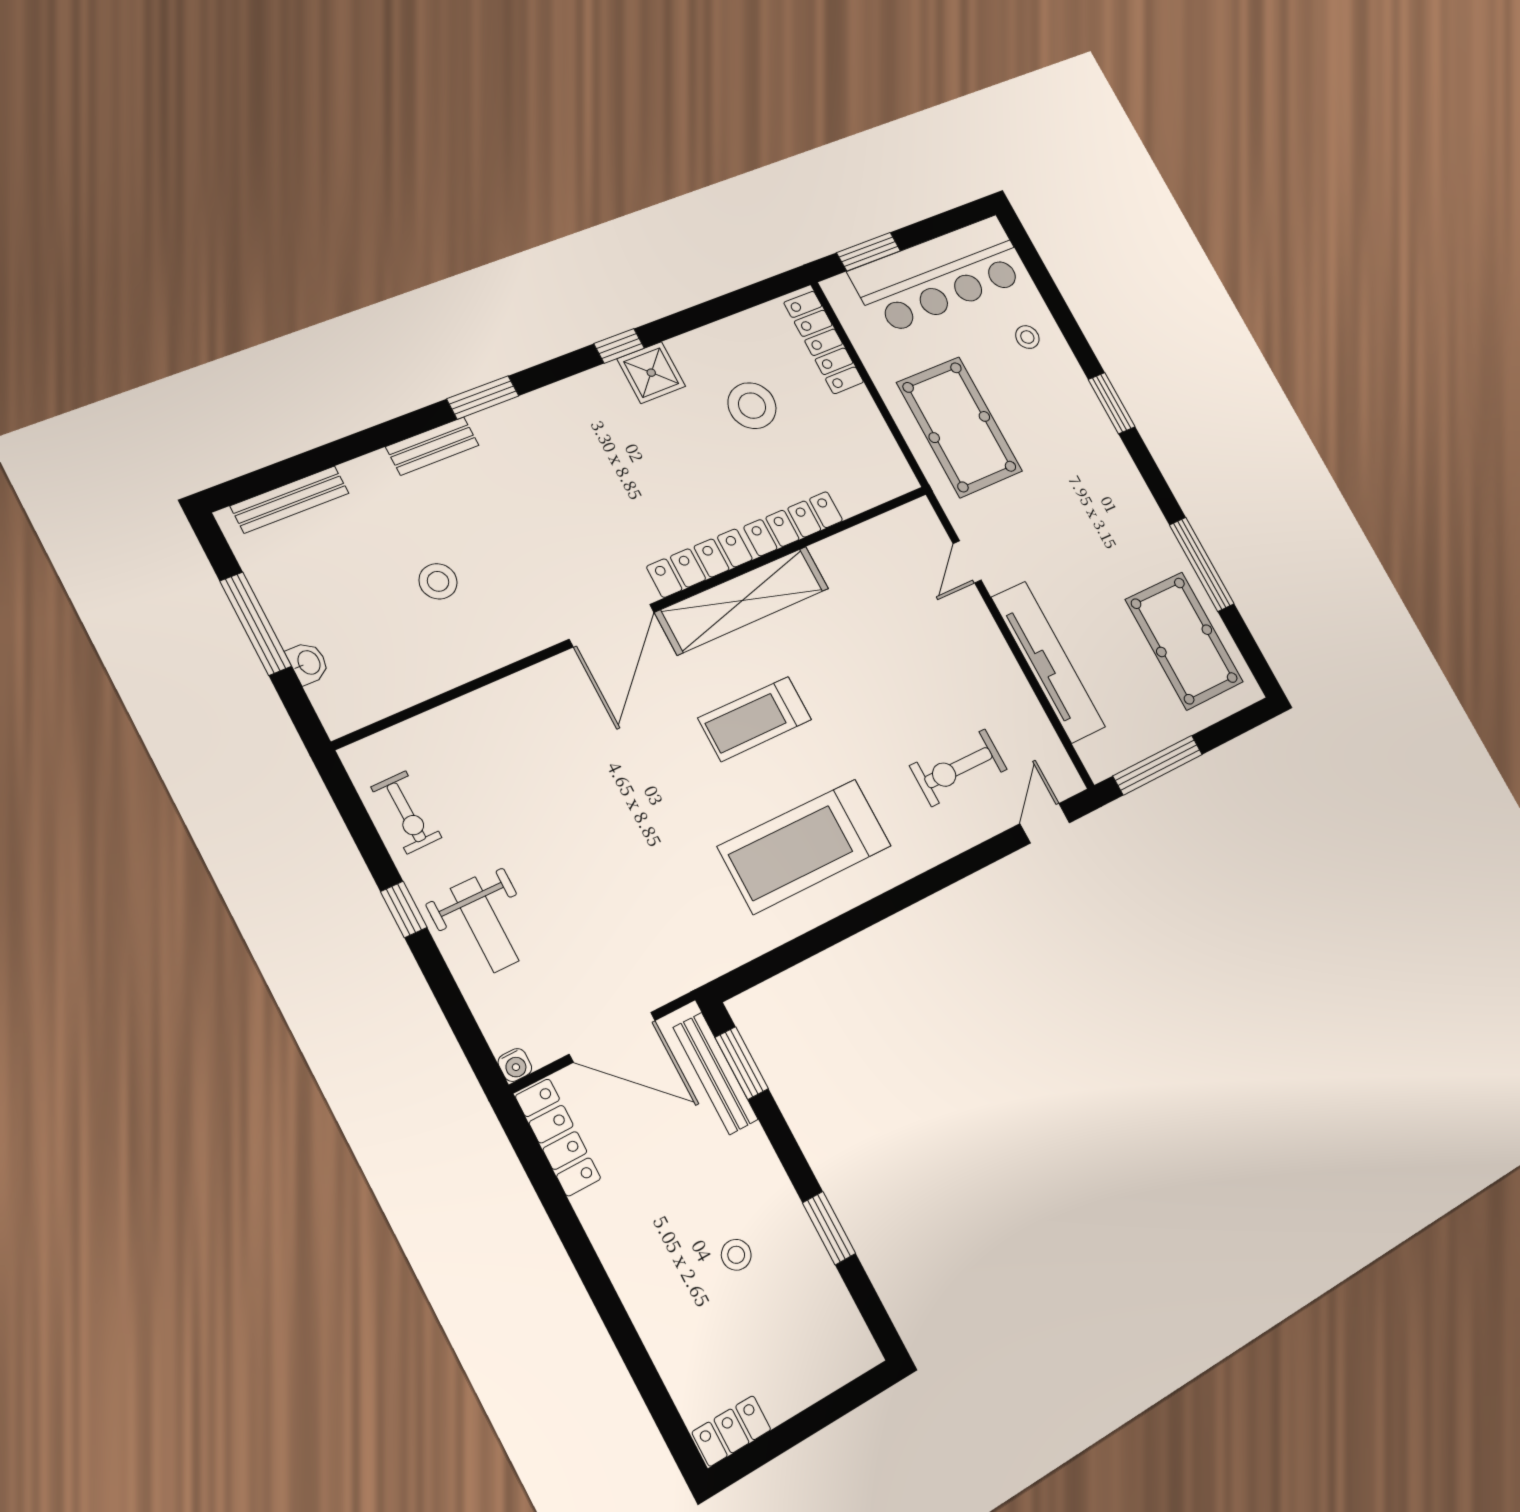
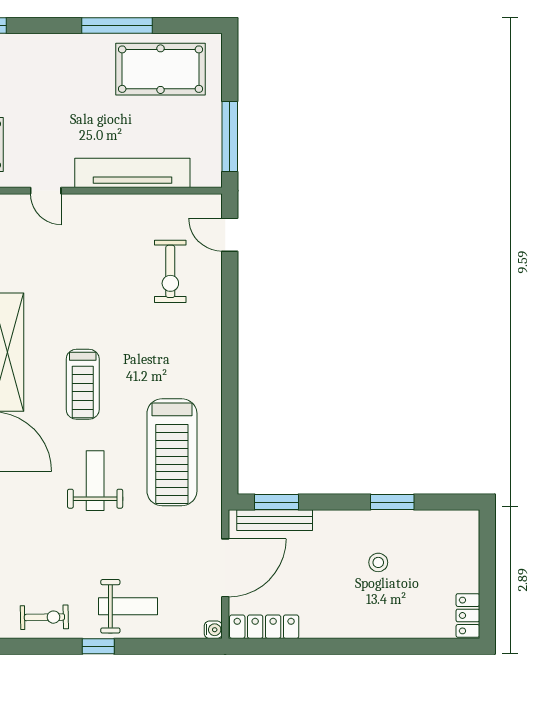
weight bench: (636, 795) -> (95, 481), added
treadmill: (805, 846) -> (172, 452), moved

